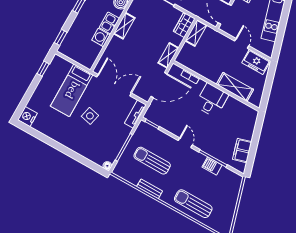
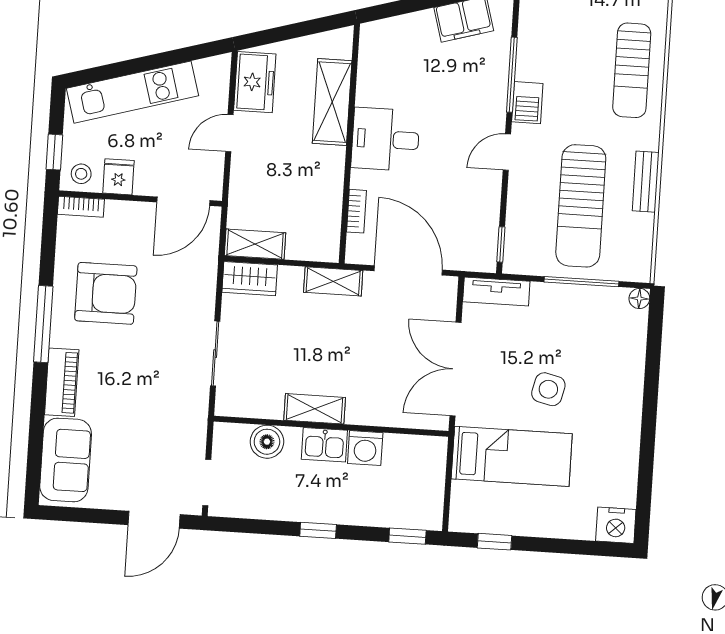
sun lounger: (152, 161) -> (581, 206), width x1.36, depth x1.34
barbecue: (212, 166) -> (527, 103), moved

